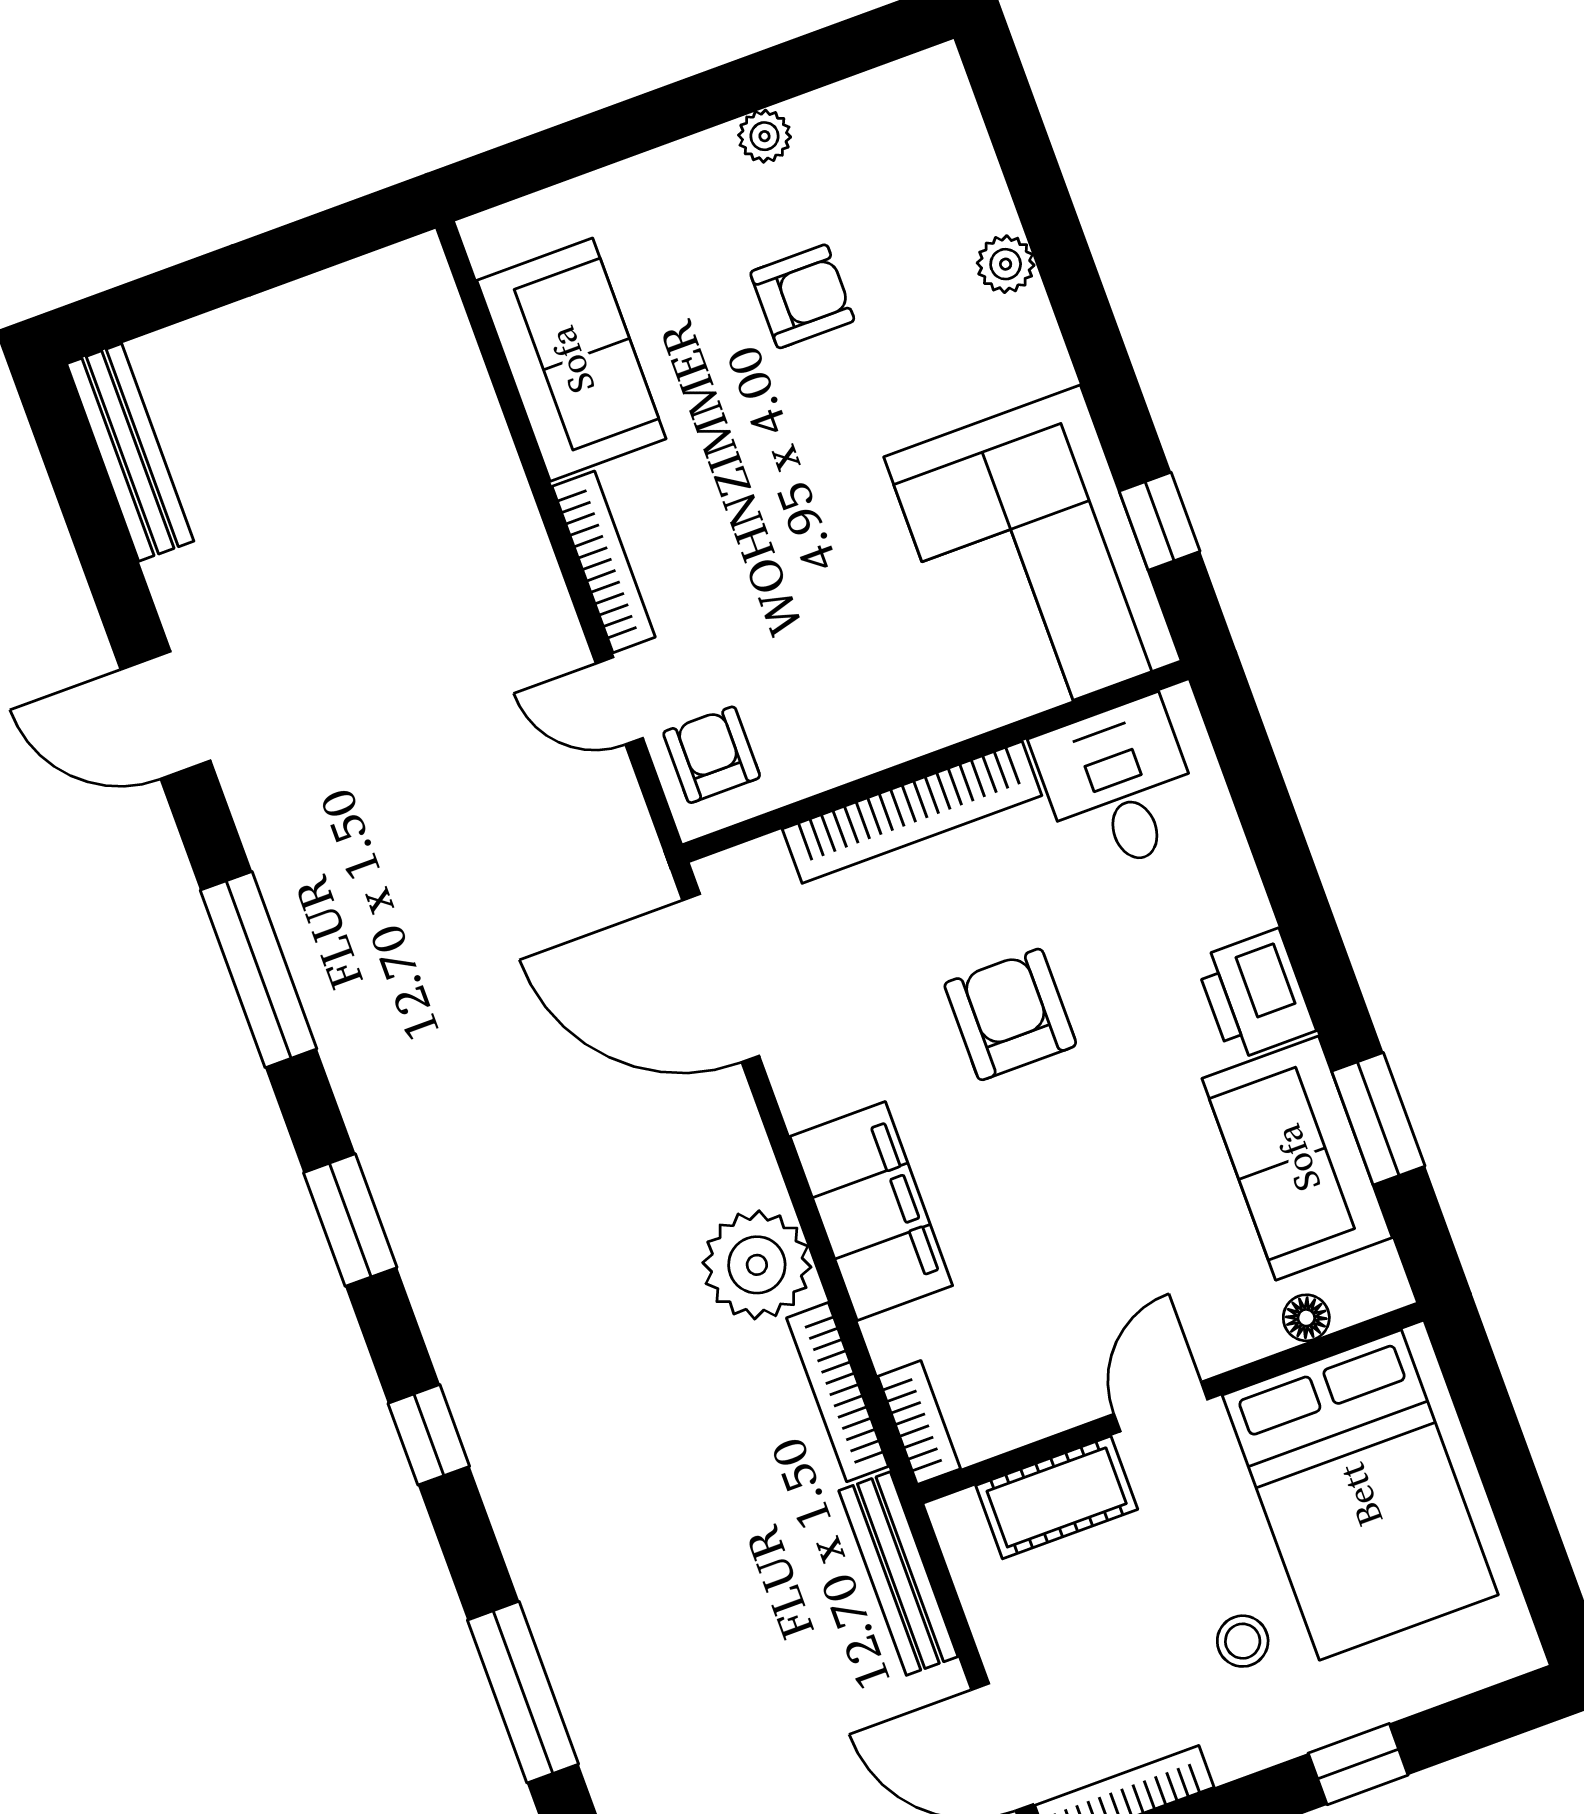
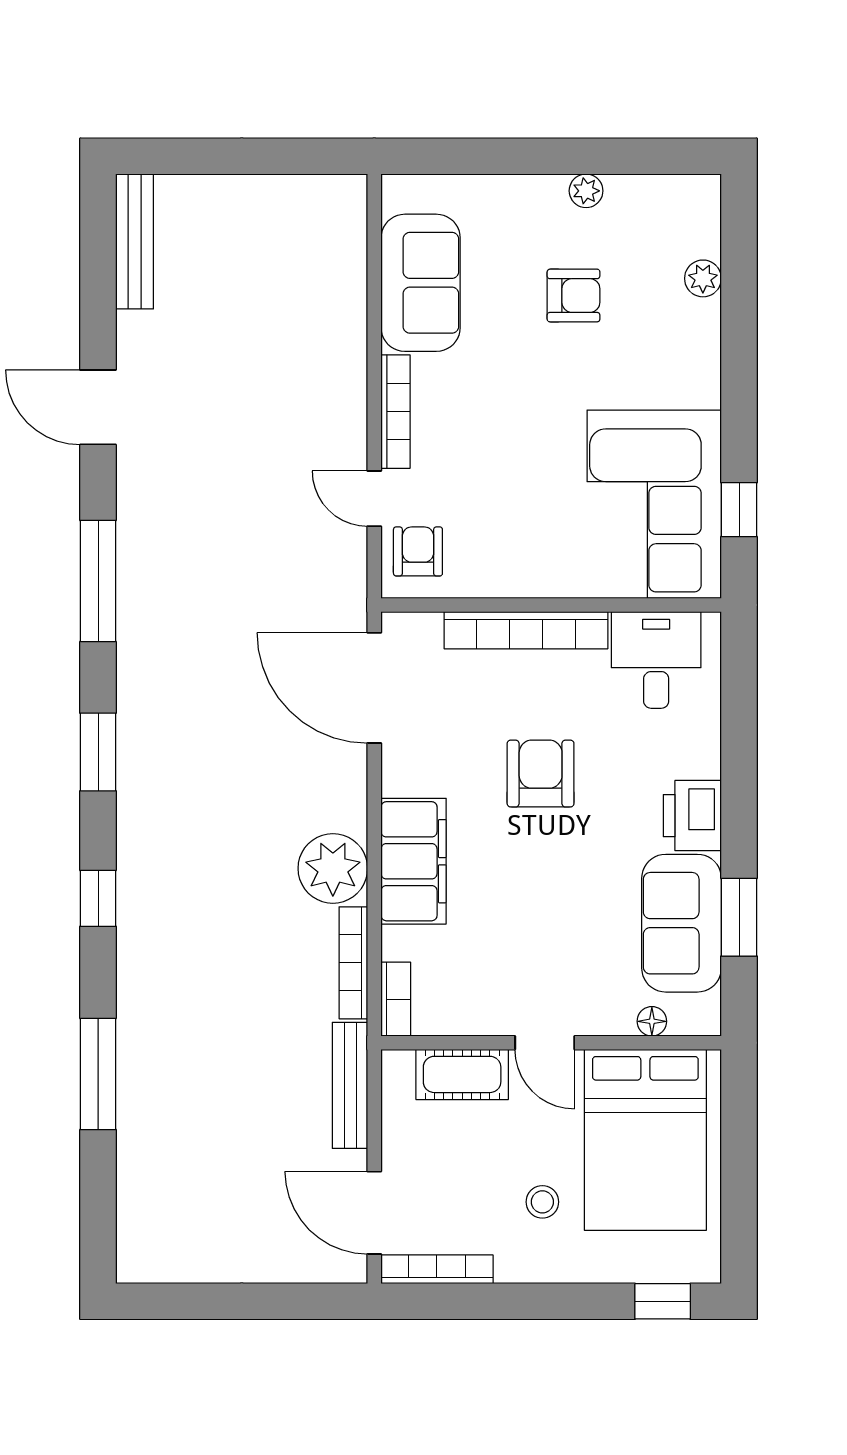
plant: (1006, 264) -> (703, 278), moved
door: (1161, 1407) -> (545, 1043), swing flipped
window: (1358, 1764) -> (663, 1301), moved

